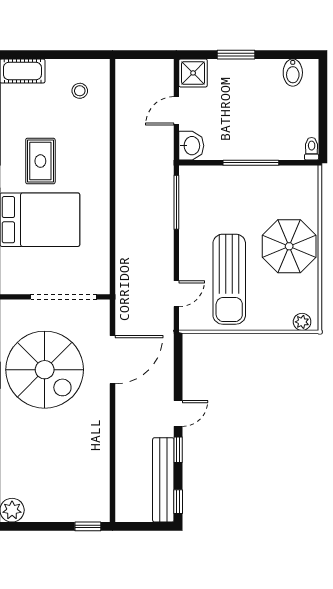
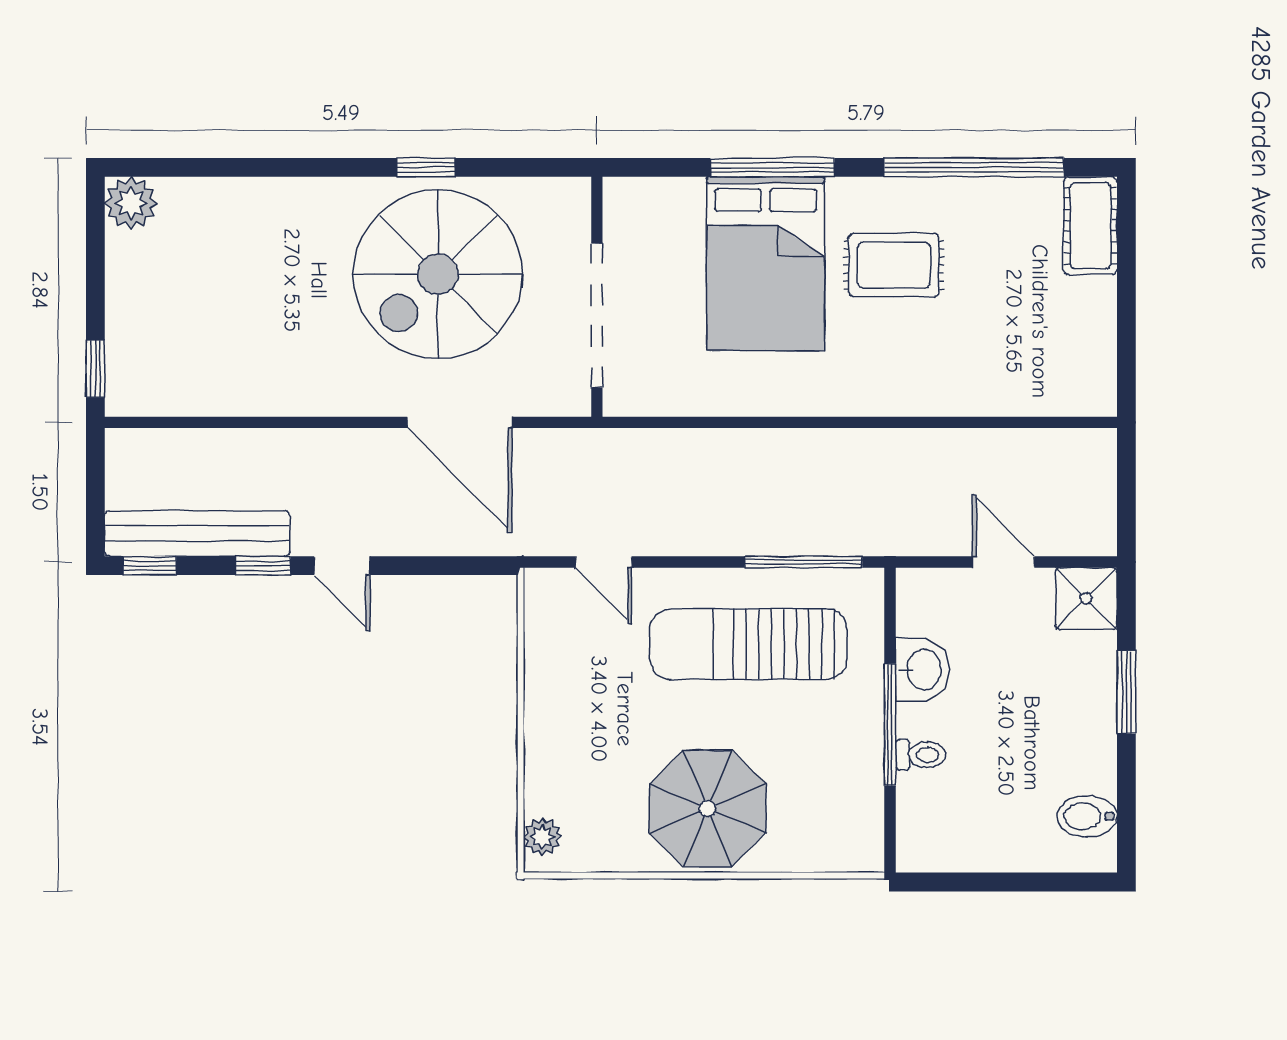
stool: (80, 91) -> (1047, 351), removed
washbasin: (191, 146) -> (922, 670), moved, turned -90
toilet: (312, 149) -> (921, 755), moved
sun lounger: (229, 279) -> (748, 644), moved

